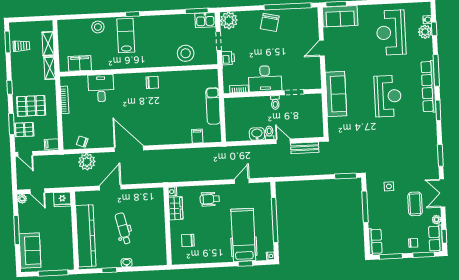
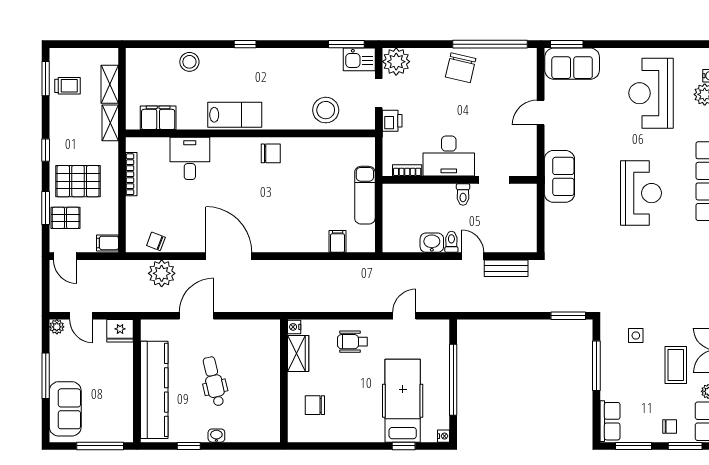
lab bench: (126, 36) -> (235, 115), moved, turned 90
sofa: (336, 94) -> (559, 176), width x0.73

